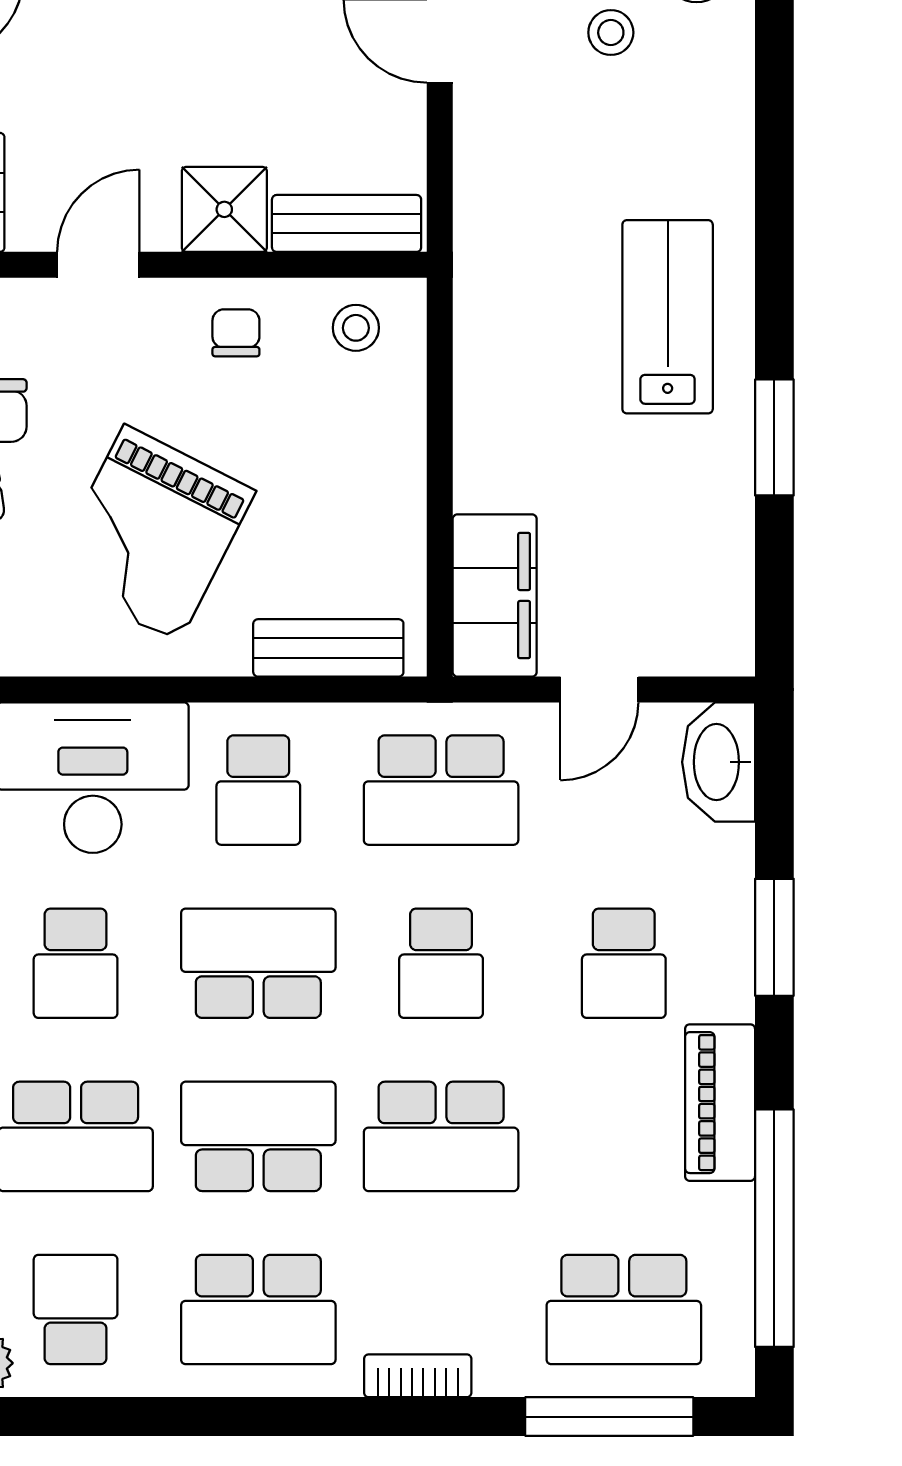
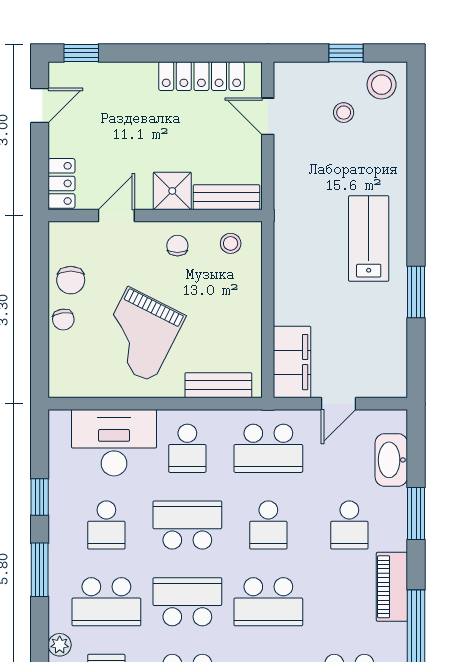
washbasin: (719, 762) -> (391, 460), moved

